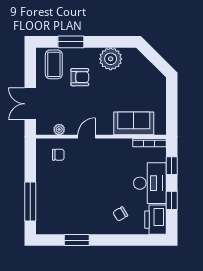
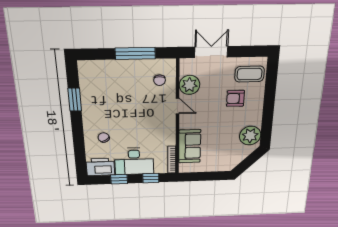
window: (71, 42) -> (270, 90), removed
plant: (111, 59) -> (250, 136), moved
armchair: (80, 77) -> (235, 98), turned 90
plant: (59, 129) -> (189, 85), width x1.88, depth x1.88
window: (30, 202) -> (135, 53), moved

